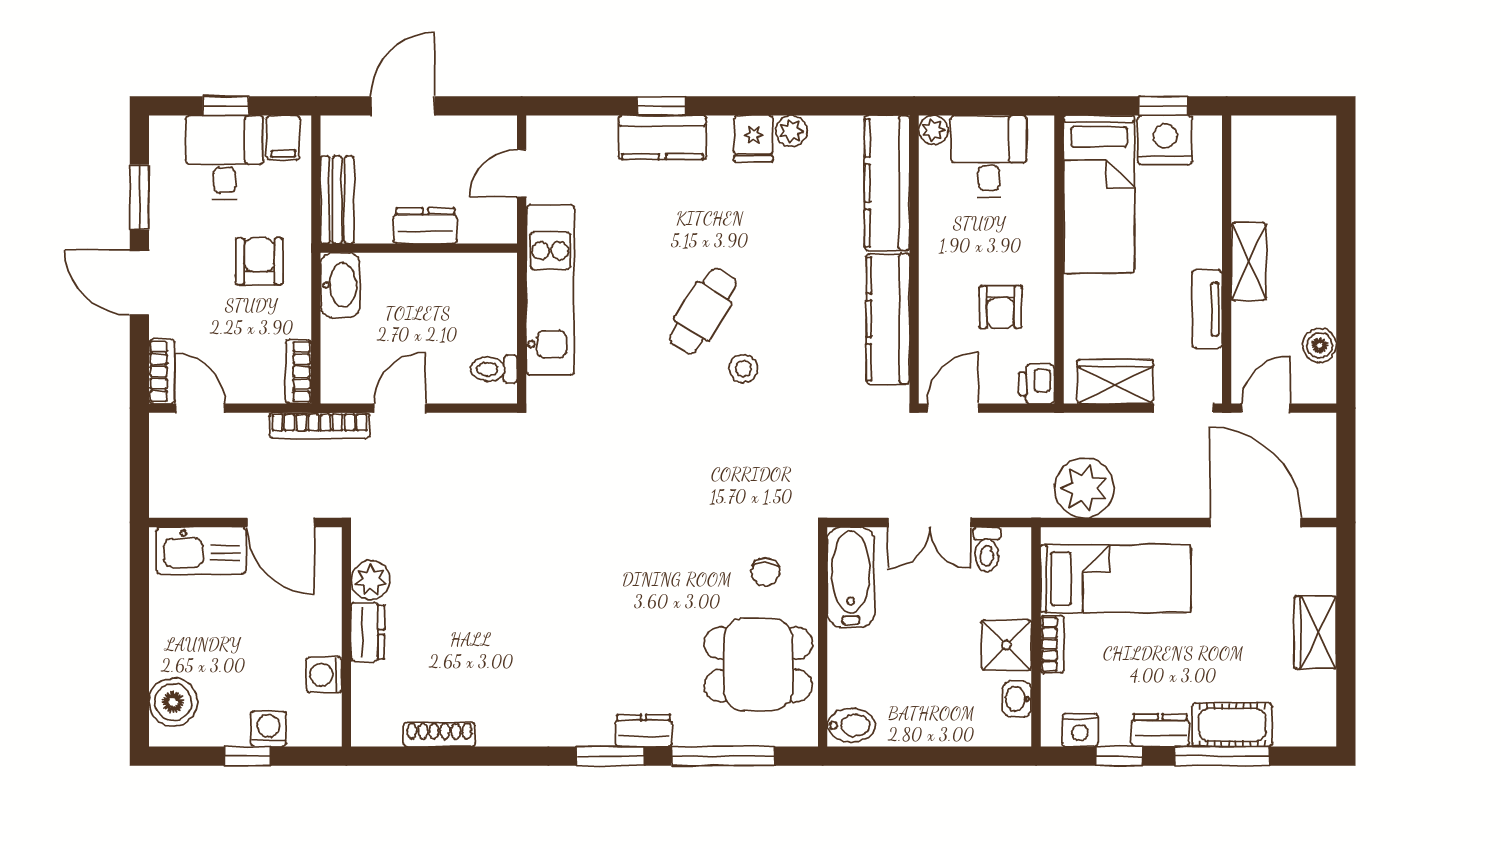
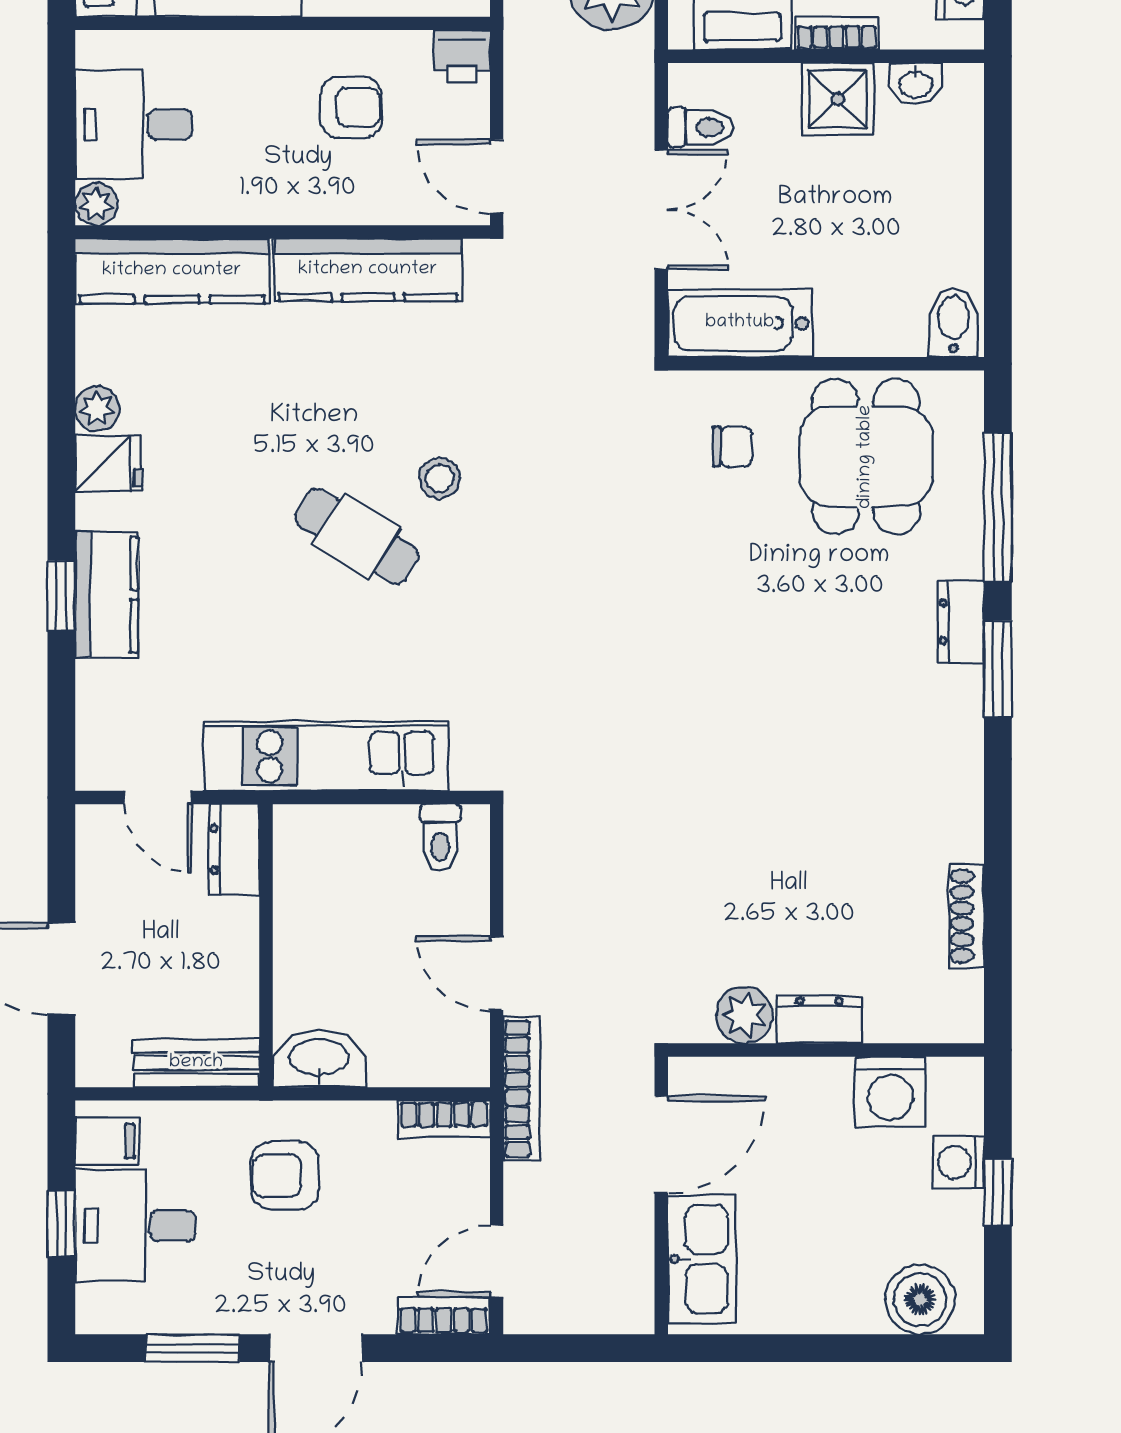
dresser: (425, 226) -> (234, 849), moved
washing machine: (324, 675) -> (890, 1092), width x1.38, depth x1.38

